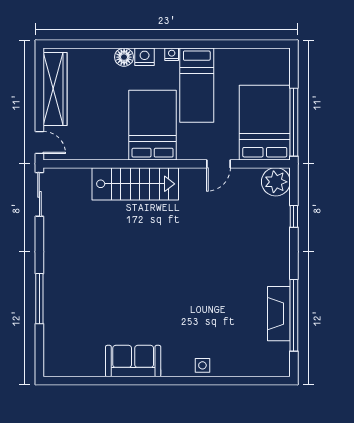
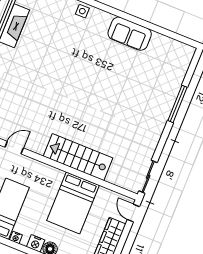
bed: (153, 125) -> (73, 203), moved

